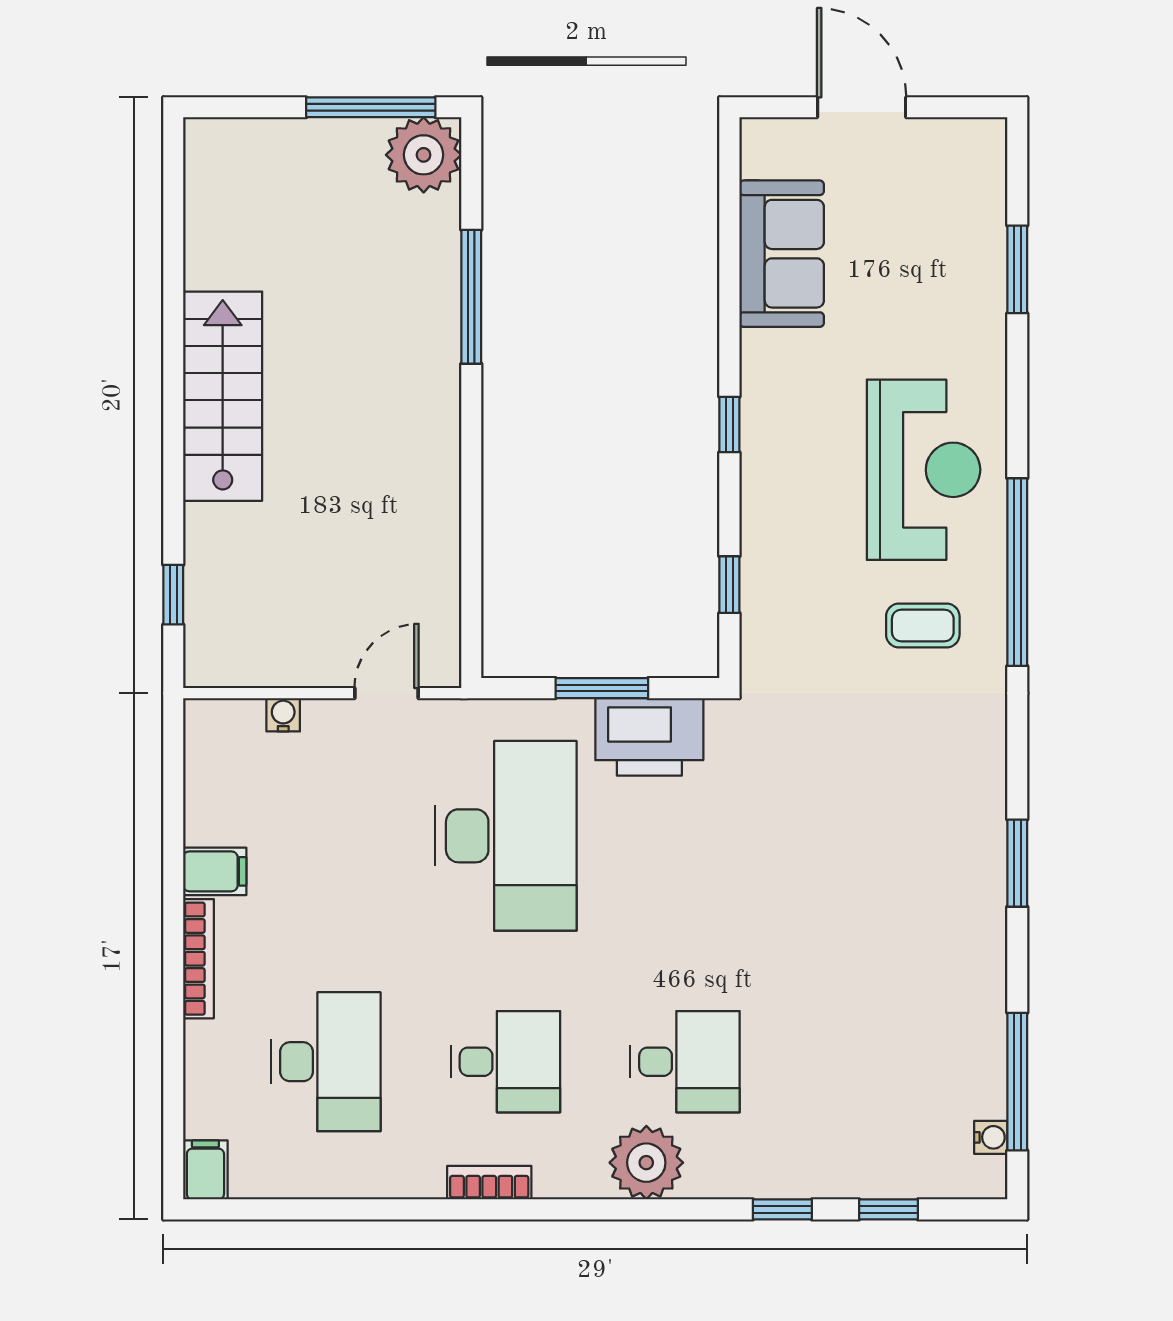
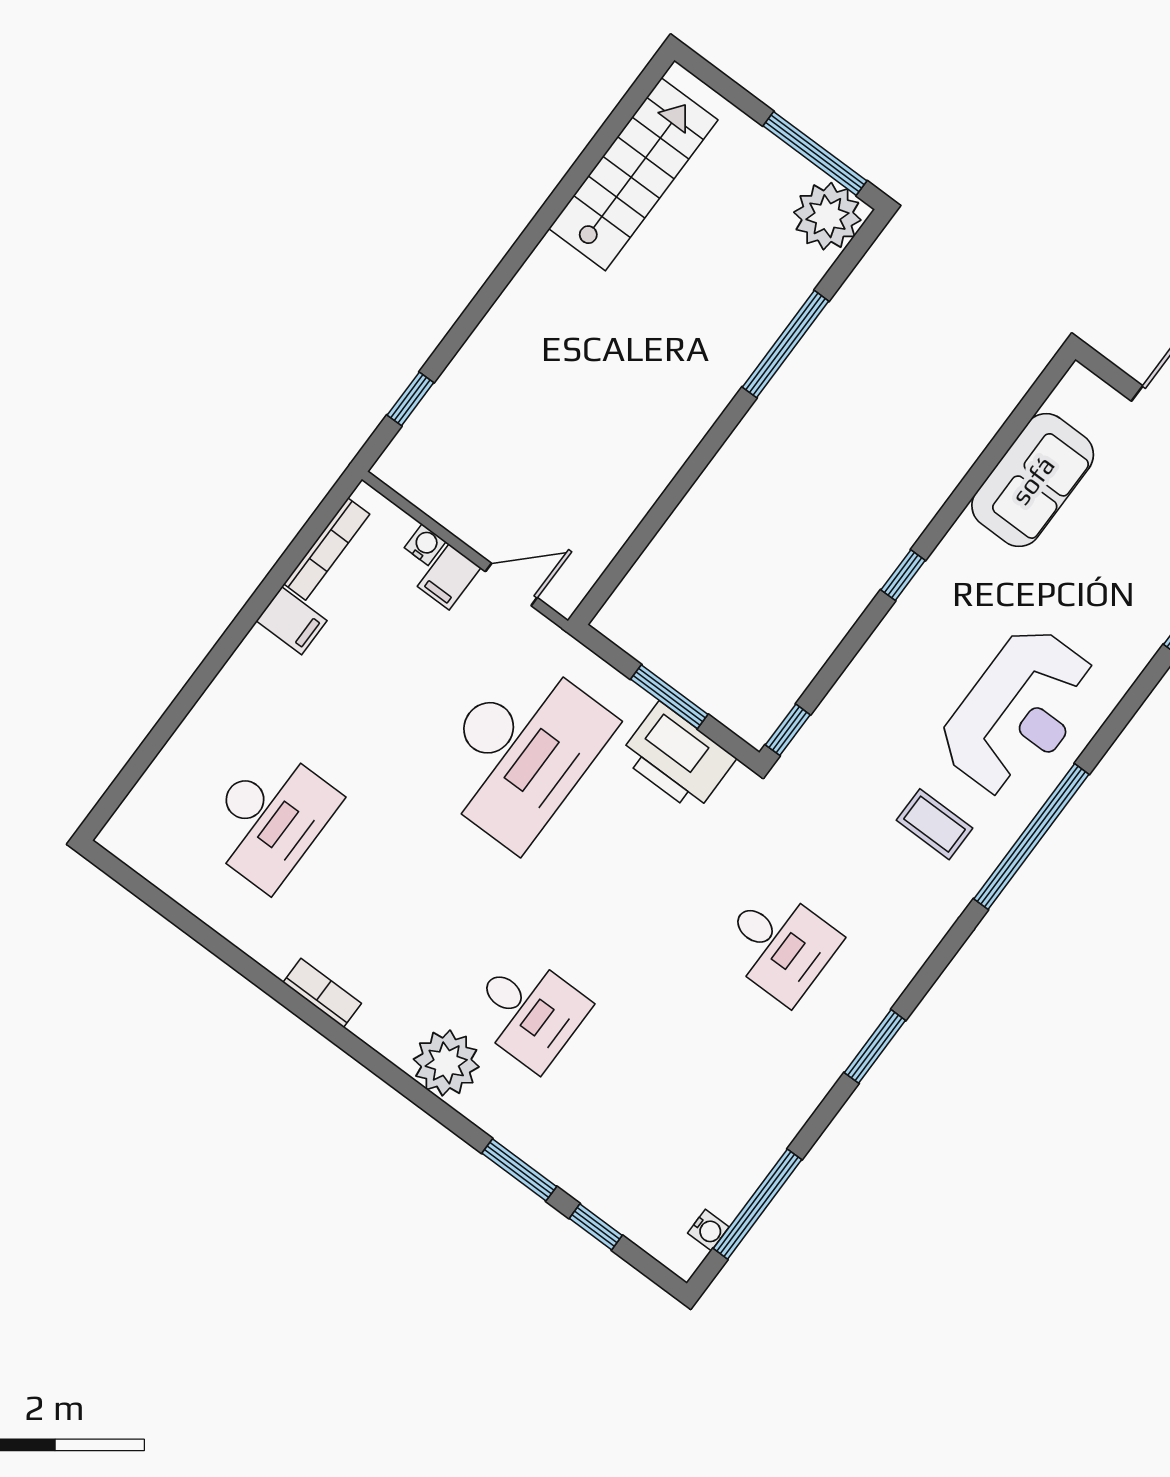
stairs: (223, 396) -> (633, 174), moved
window: (729, 585) -> (788, 730), moved
bookcase: (198, 959) -> (327, 549), moved
desk: (506, 1062) -> (779, 945), moved
filing cabinet: (205, 1170) -> (449, 577), moved, turned 180
window: (782, 1209) -> (519, 1170), width x1.50

